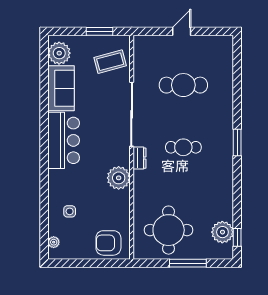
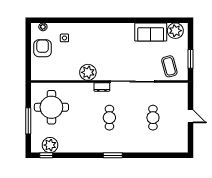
cafe table: (183, 85) -> (153, 118), width x0.73, depth x0.74
bar counter: (64, 140) -> (114, 34), removed
armchair: (108, 243) -> (43, 48), moved

